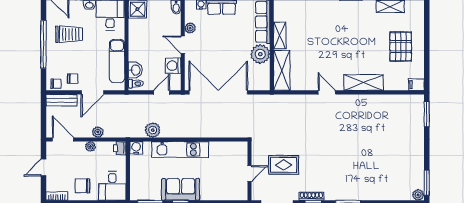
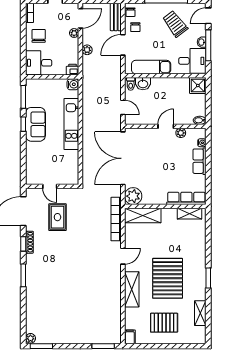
trolley: (69, 34) -> (175, 24), turned 143
shelving: (280, 35) -> (189, 214), moved
pallet: (351, 43) -> (168, 278), added
plant: (260, 54) -> (133, 196), moved
washing machine: (173, 66) -> (147, 118), removed
door: (92, 92) -> (123, 45), hinge flipped
double door: (218, 92) -> (123, 158), swing flipped
bookcase: (286, 100) -> (116, 219), added
plant: (153, 130) -> (89, 99), removed
plant: (90, 147) -> (74, 33), moved

